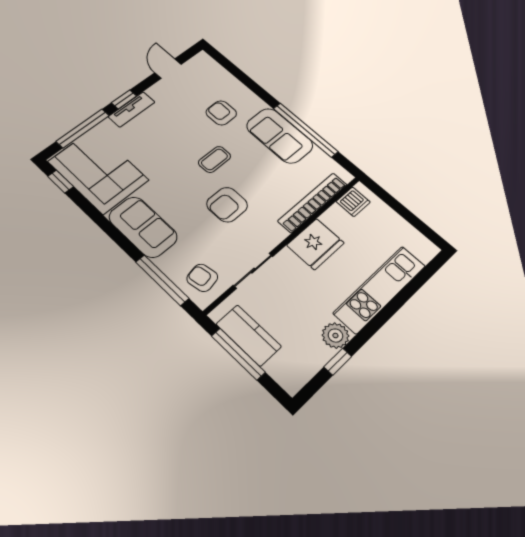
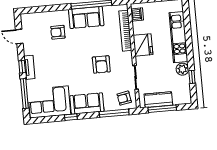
coffee table: (214, 159) -> (78, 53), removed
window: (61, 181) -> (71, 117), moved

